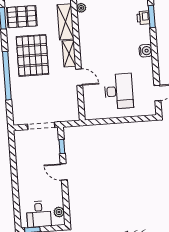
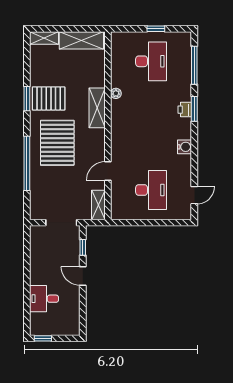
shelving: (69, 54) -> (98, 205), moved
door: (79, 77) -> (108, 171), swing flipped
plant: (59, 212) -> (74, 321), removed
desk: (39, 214) -> (44, 299), moved, turned 90

